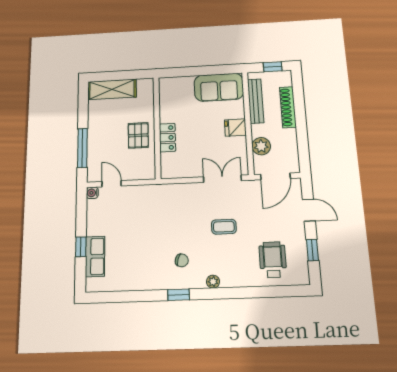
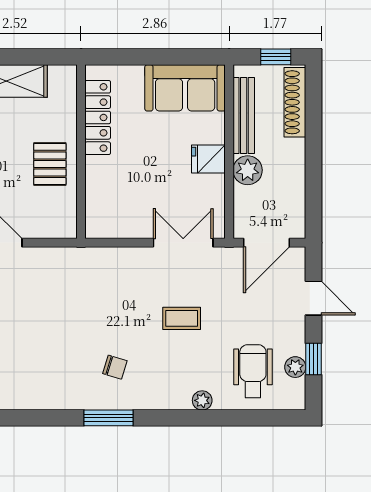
shoe rack: (288, 107) -> (295, 102), moved
locker: (167, 138) -> (98, 117), moved, width x1.53
plant: (261, 146) -> (248, 170), moved
plant: (301, 256) -> (295, 367), added
plant: (213, 282) -> (202, 400), moved
window: (179, 295) -> (108, 418), width x1.50

